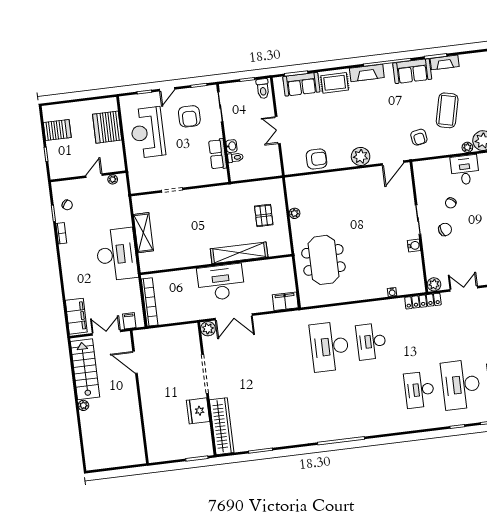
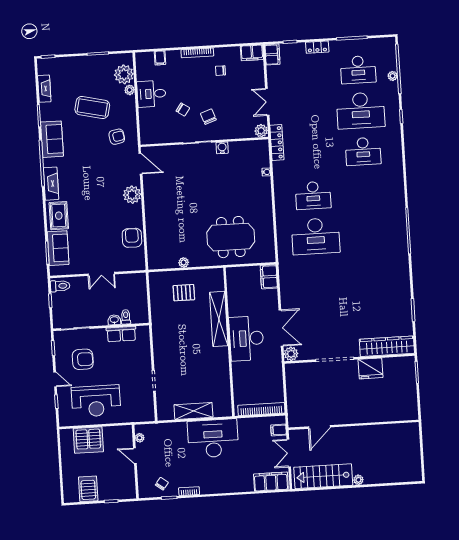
fireplace: (445, 62) -> (44, 89), moved

